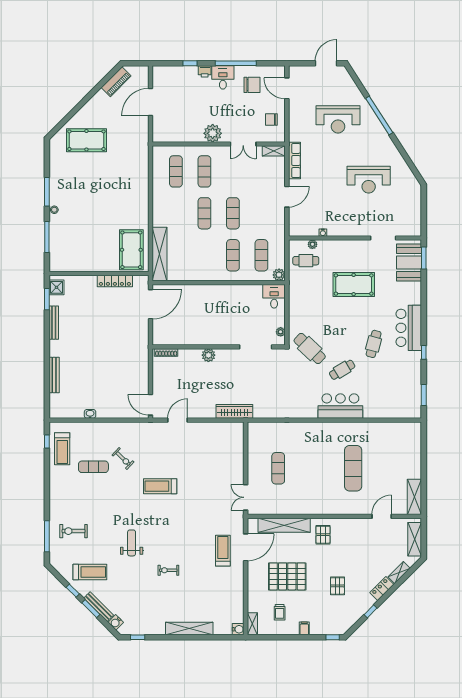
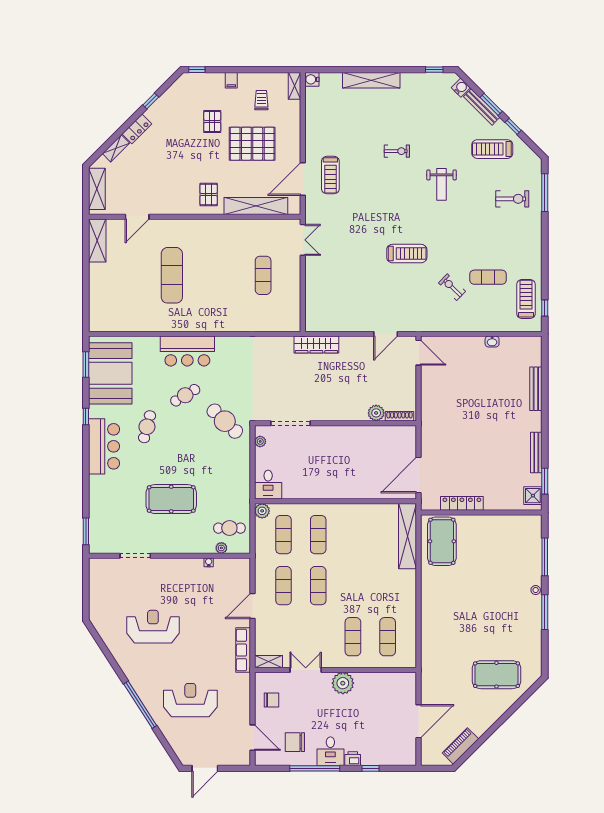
exercise mat: (204, 213) -> (283, 586), moved
booth: (409, 262) -> (110, 373), moved, width x1.36, depth x1.42
plant: (208, 355) -> (376, 413), moved
pallet: (337, 586) -> (212, 121), moved

